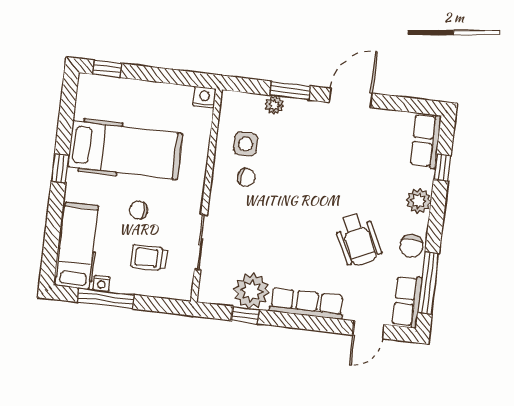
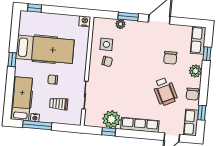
chair: (370, 174) -> (170, 58), added
window: (429, 283) -> (202, 113), width x0.46

